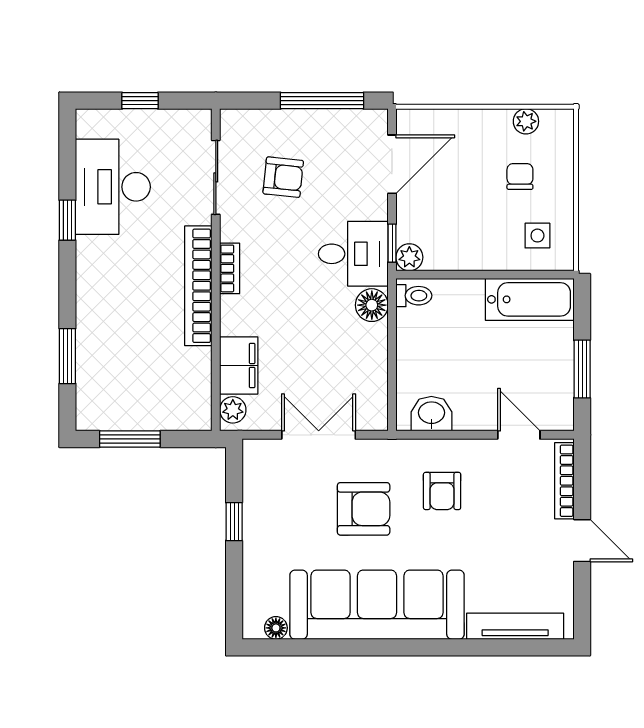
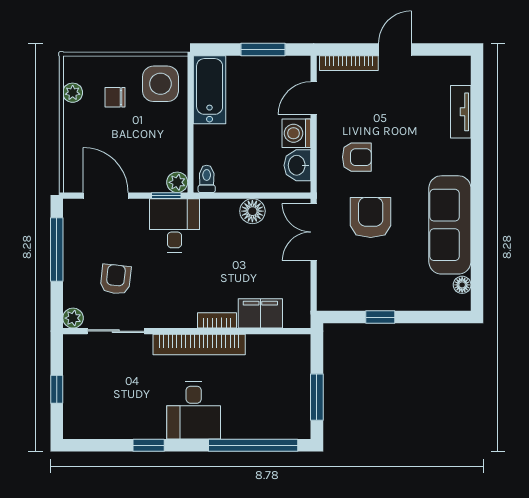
desk: (113, 187) -> (194, 410), moved, width x0.73
side table: (537, 236) -> (160, 84), width x1.87, depth x1.87
bookcase: (230, 268) -> (217, 320), moved
floor lamp: (372, 305) -> (252, 211), moved
window: (67, 356) -> (253, 445), width x2.11
plant: (233, 410) -> (73, 318), moved
washing machine: (473, 412) -> (296, 133), added
double door: (319, 435) -> (314, 232), moved
sofa: (377, 605) -> (450, 225), width x0.74, depth x0.79
tv unit: (515, 626) -> (461, 112), width x0.71

